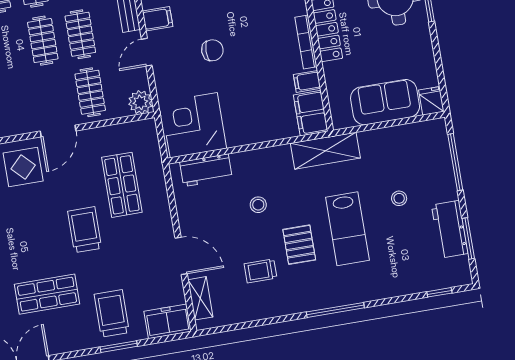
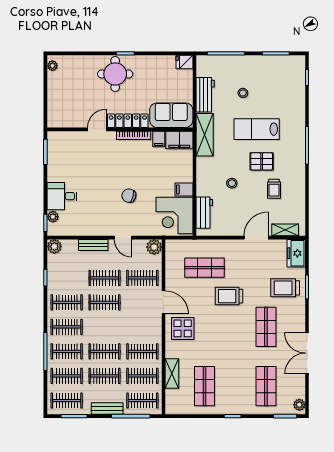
filing cabinet: (158, 19) -> (184, 189), moved, turned -90
chair: (212, 50) -> (129, 196), turned -72
sofa: (385, 102) -> (171, 115), moved, turned 90
lab bench: (347, 229) -> (257, 129), turned 180
workbench: (450, 229) -> (205, 95), moved, turned -90

